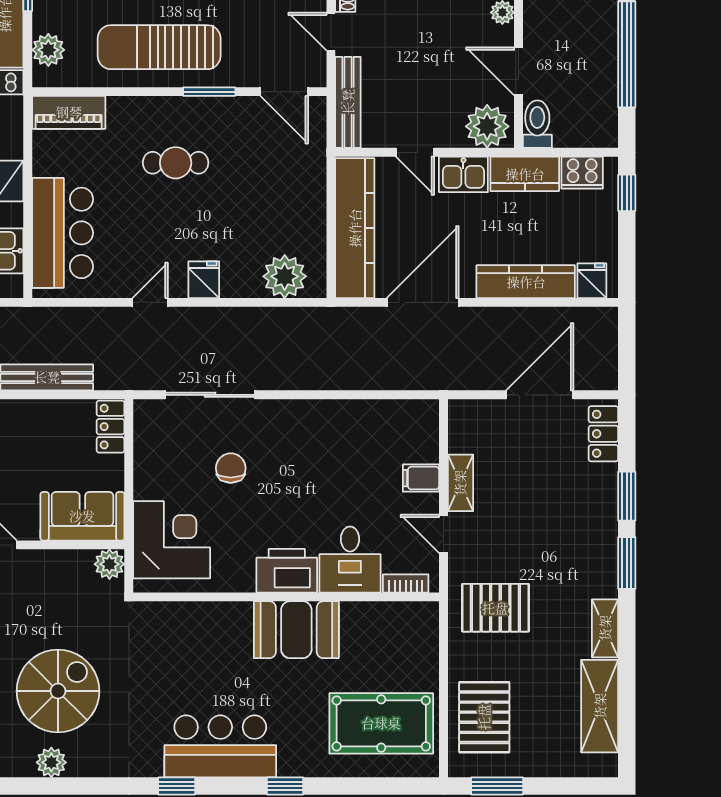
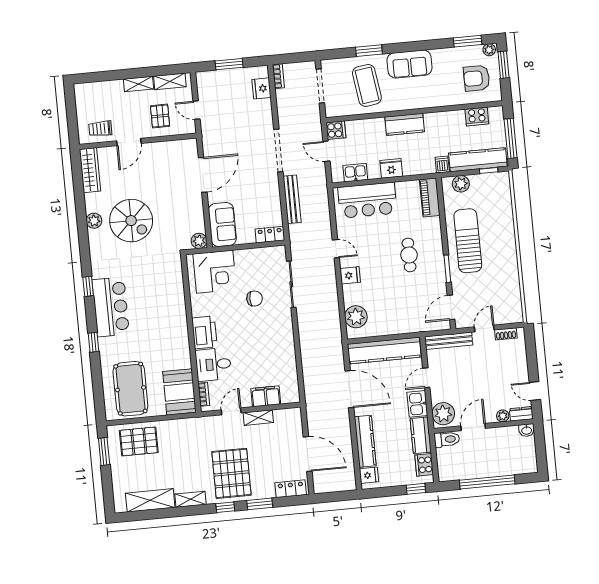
filing cabinet: (421, 478) -> (266, 396), width x2.00
window: (627, 563) -> (225, 507), width x0.67
pallet: (495, 608) -> (231, 473), moved, width x1.37, depth x1.41
booth: (296, 630) -> (180, 392), moved

